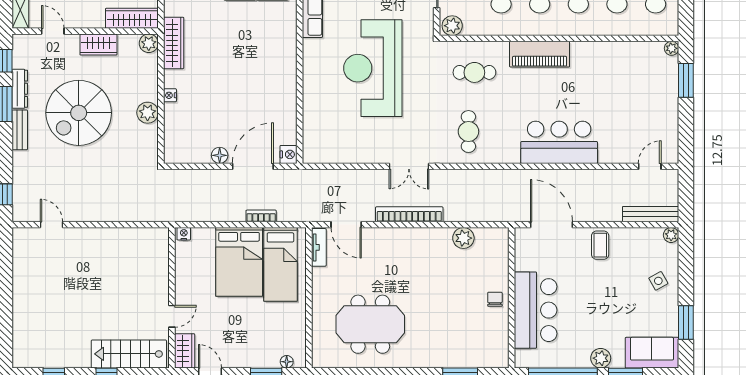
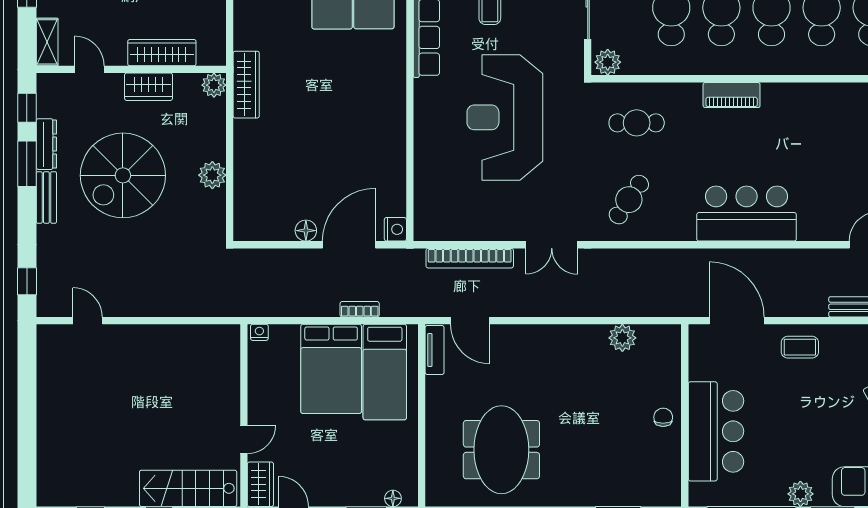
wardrobe: (132, 18) -> (162, 53), moved
piano: (540, 54) -> (732, 95), width x0.73, depth x0.75
nightstand: (170, 95) -> (241, 153), removed
cafe table: (468, 132) -> (629, 200), turned 34
bookcase: (409, 214) -> (470, 258), moved, turned 180
coffee table: (600, 245) -> (800, 347), turned 90
meeting table: (370, 324) -> (501, 450), turned 90

